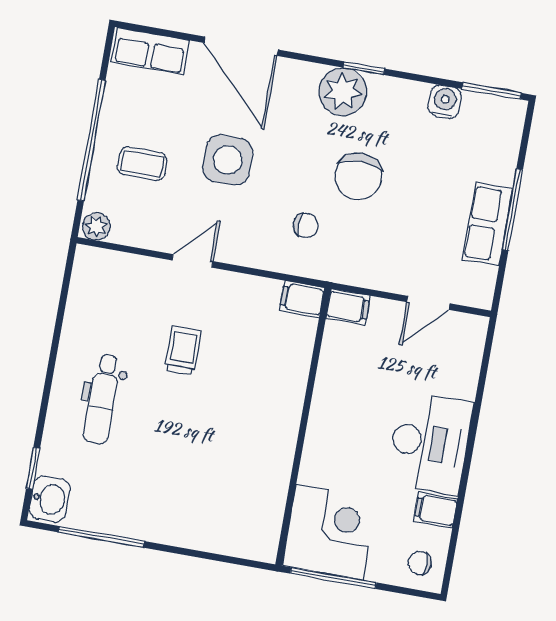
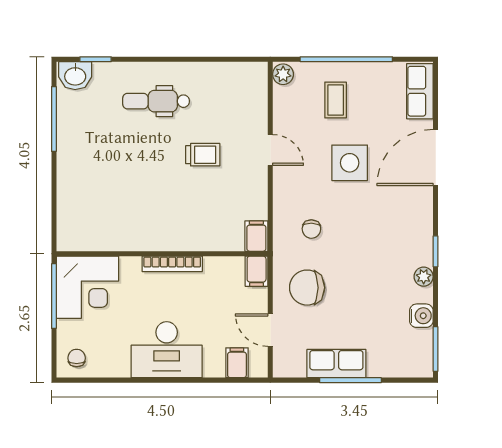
plant: (343, 92) -> (424, 277), moved, width x0.53, depth x0.53
chair: (358, 177) -> (307, 288), moved
bookcase: (319, 416) -> (172, 264), added
filing cabinet: (436, 510) -> (237, 363), moved

